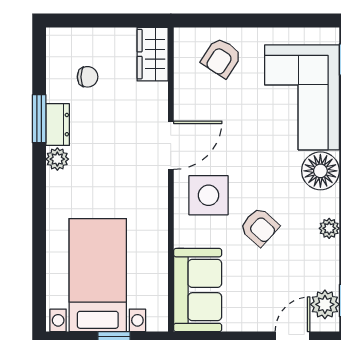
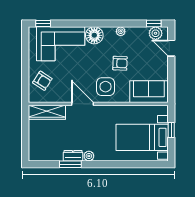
wardrobe: (153, 54) -> (47, 112), width x1.50
chair: (88, 77) -> (51, 142), removed
armchair: (259, 227) -> (120, 63), turned 50

